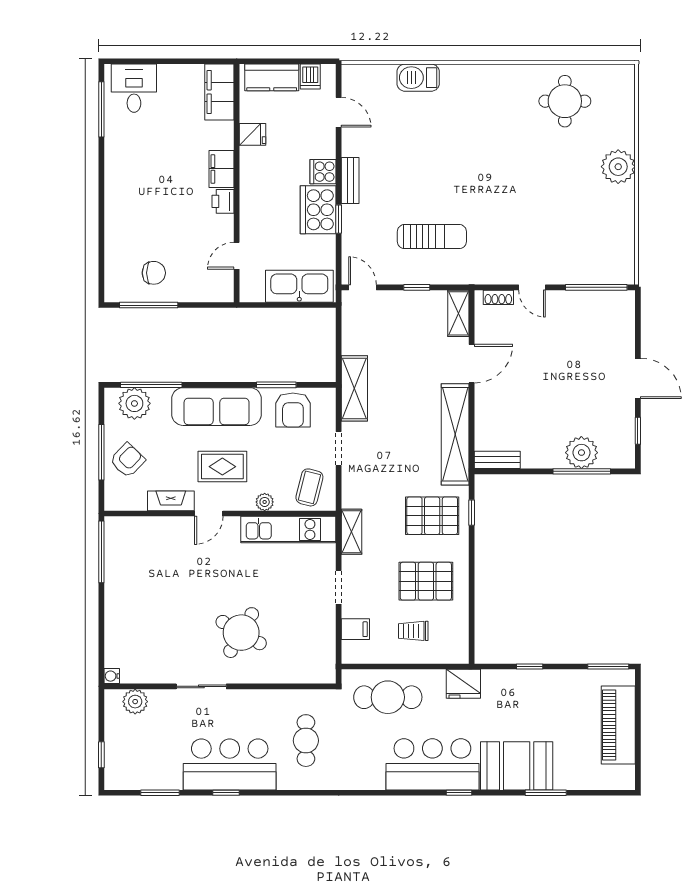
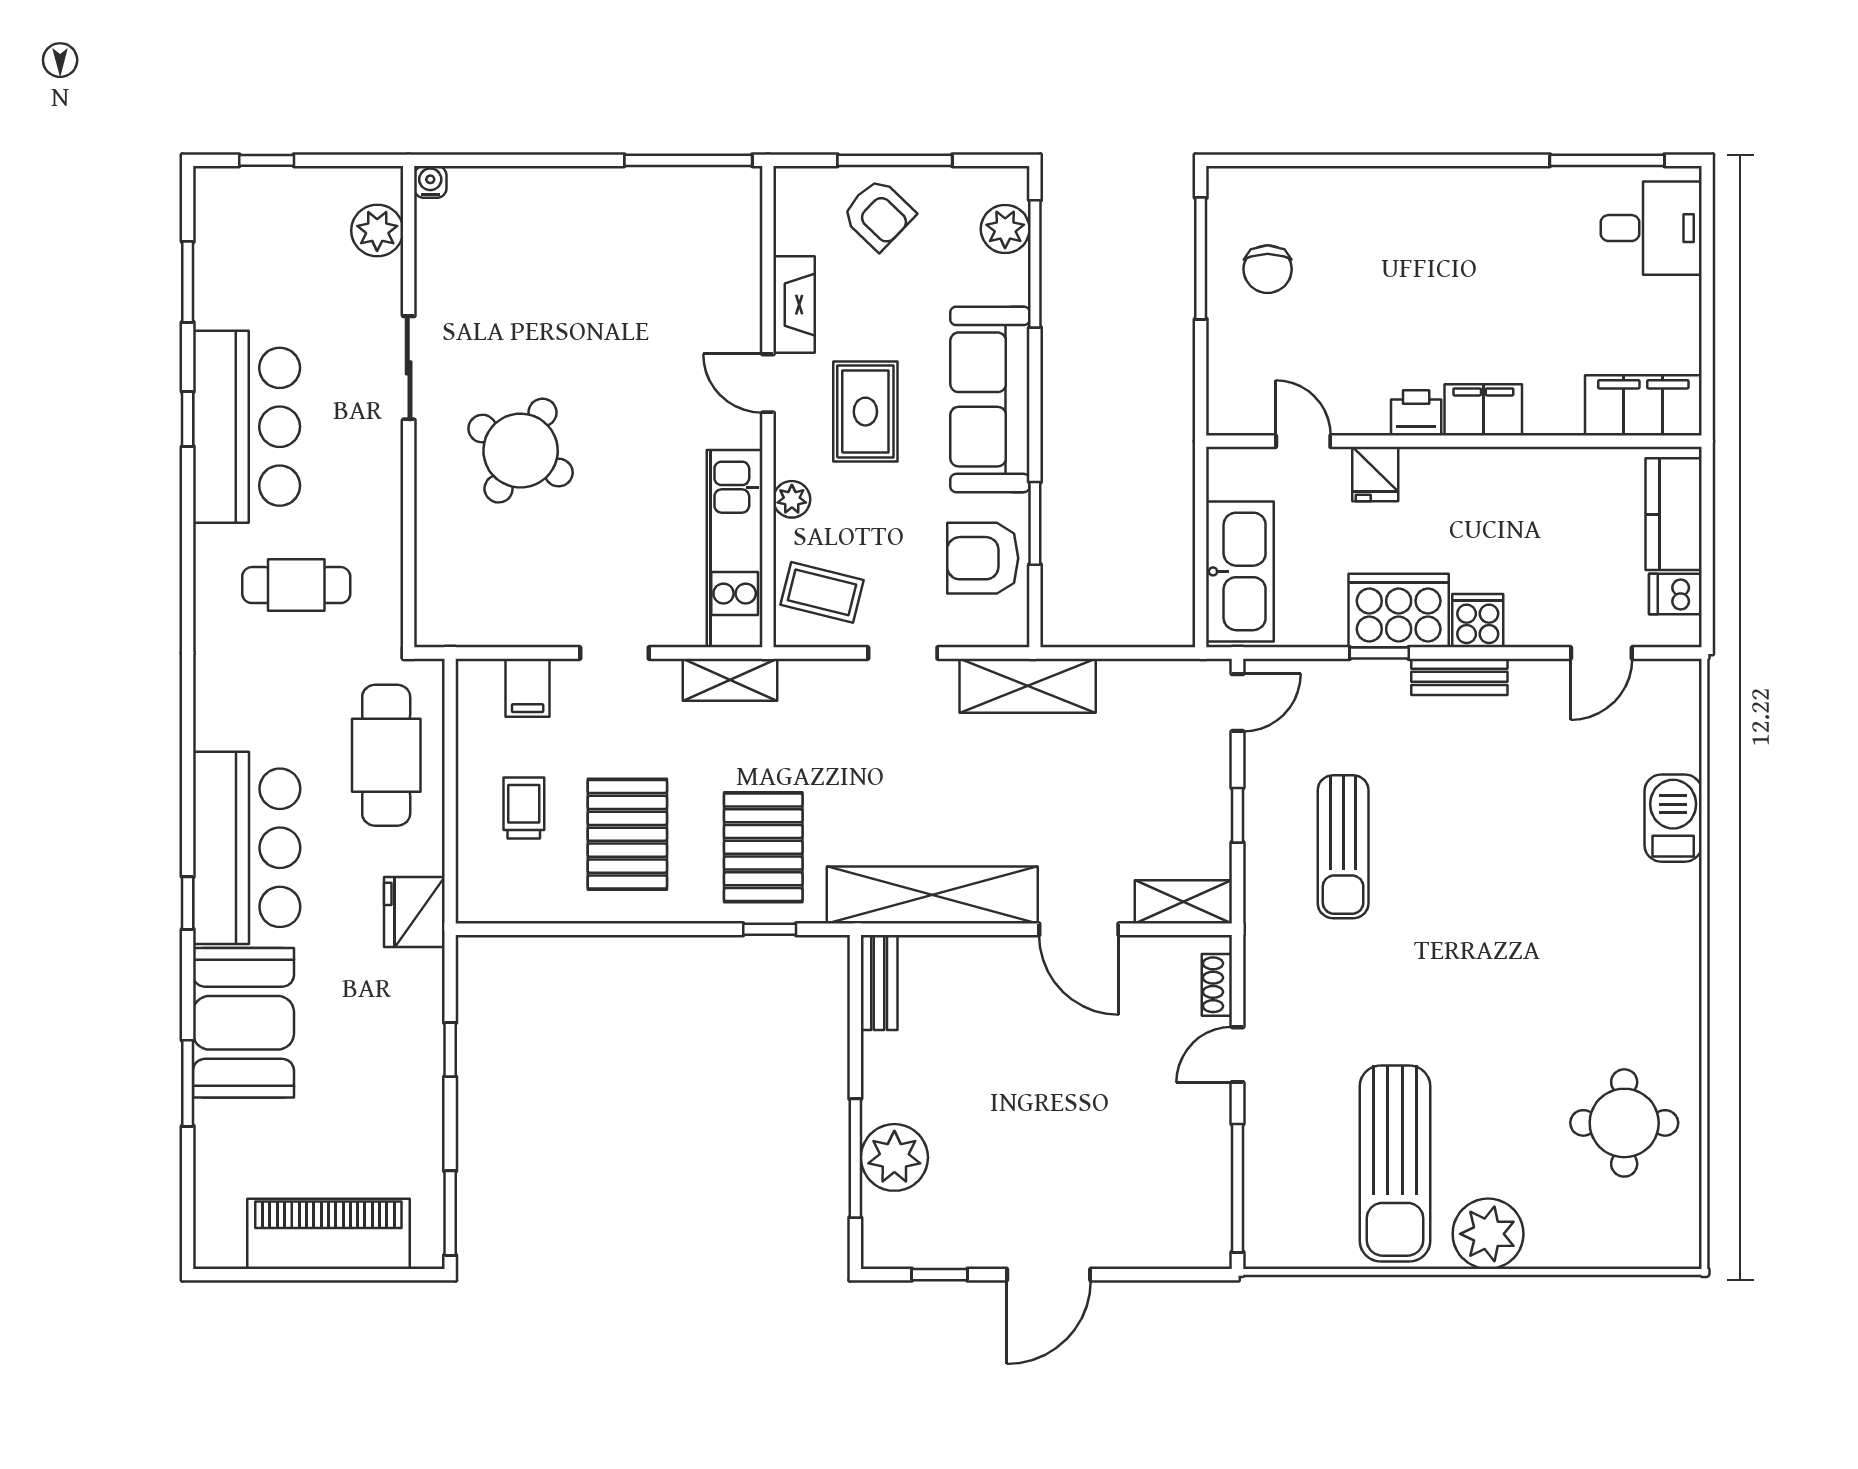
fridge: (252, 134) -> (1375, 474), moved
sun lounger: (584, 212) -> (1395, 1163), added
plant: (134, 403) -> (1005, 229), width x0.73, depth x0.73

